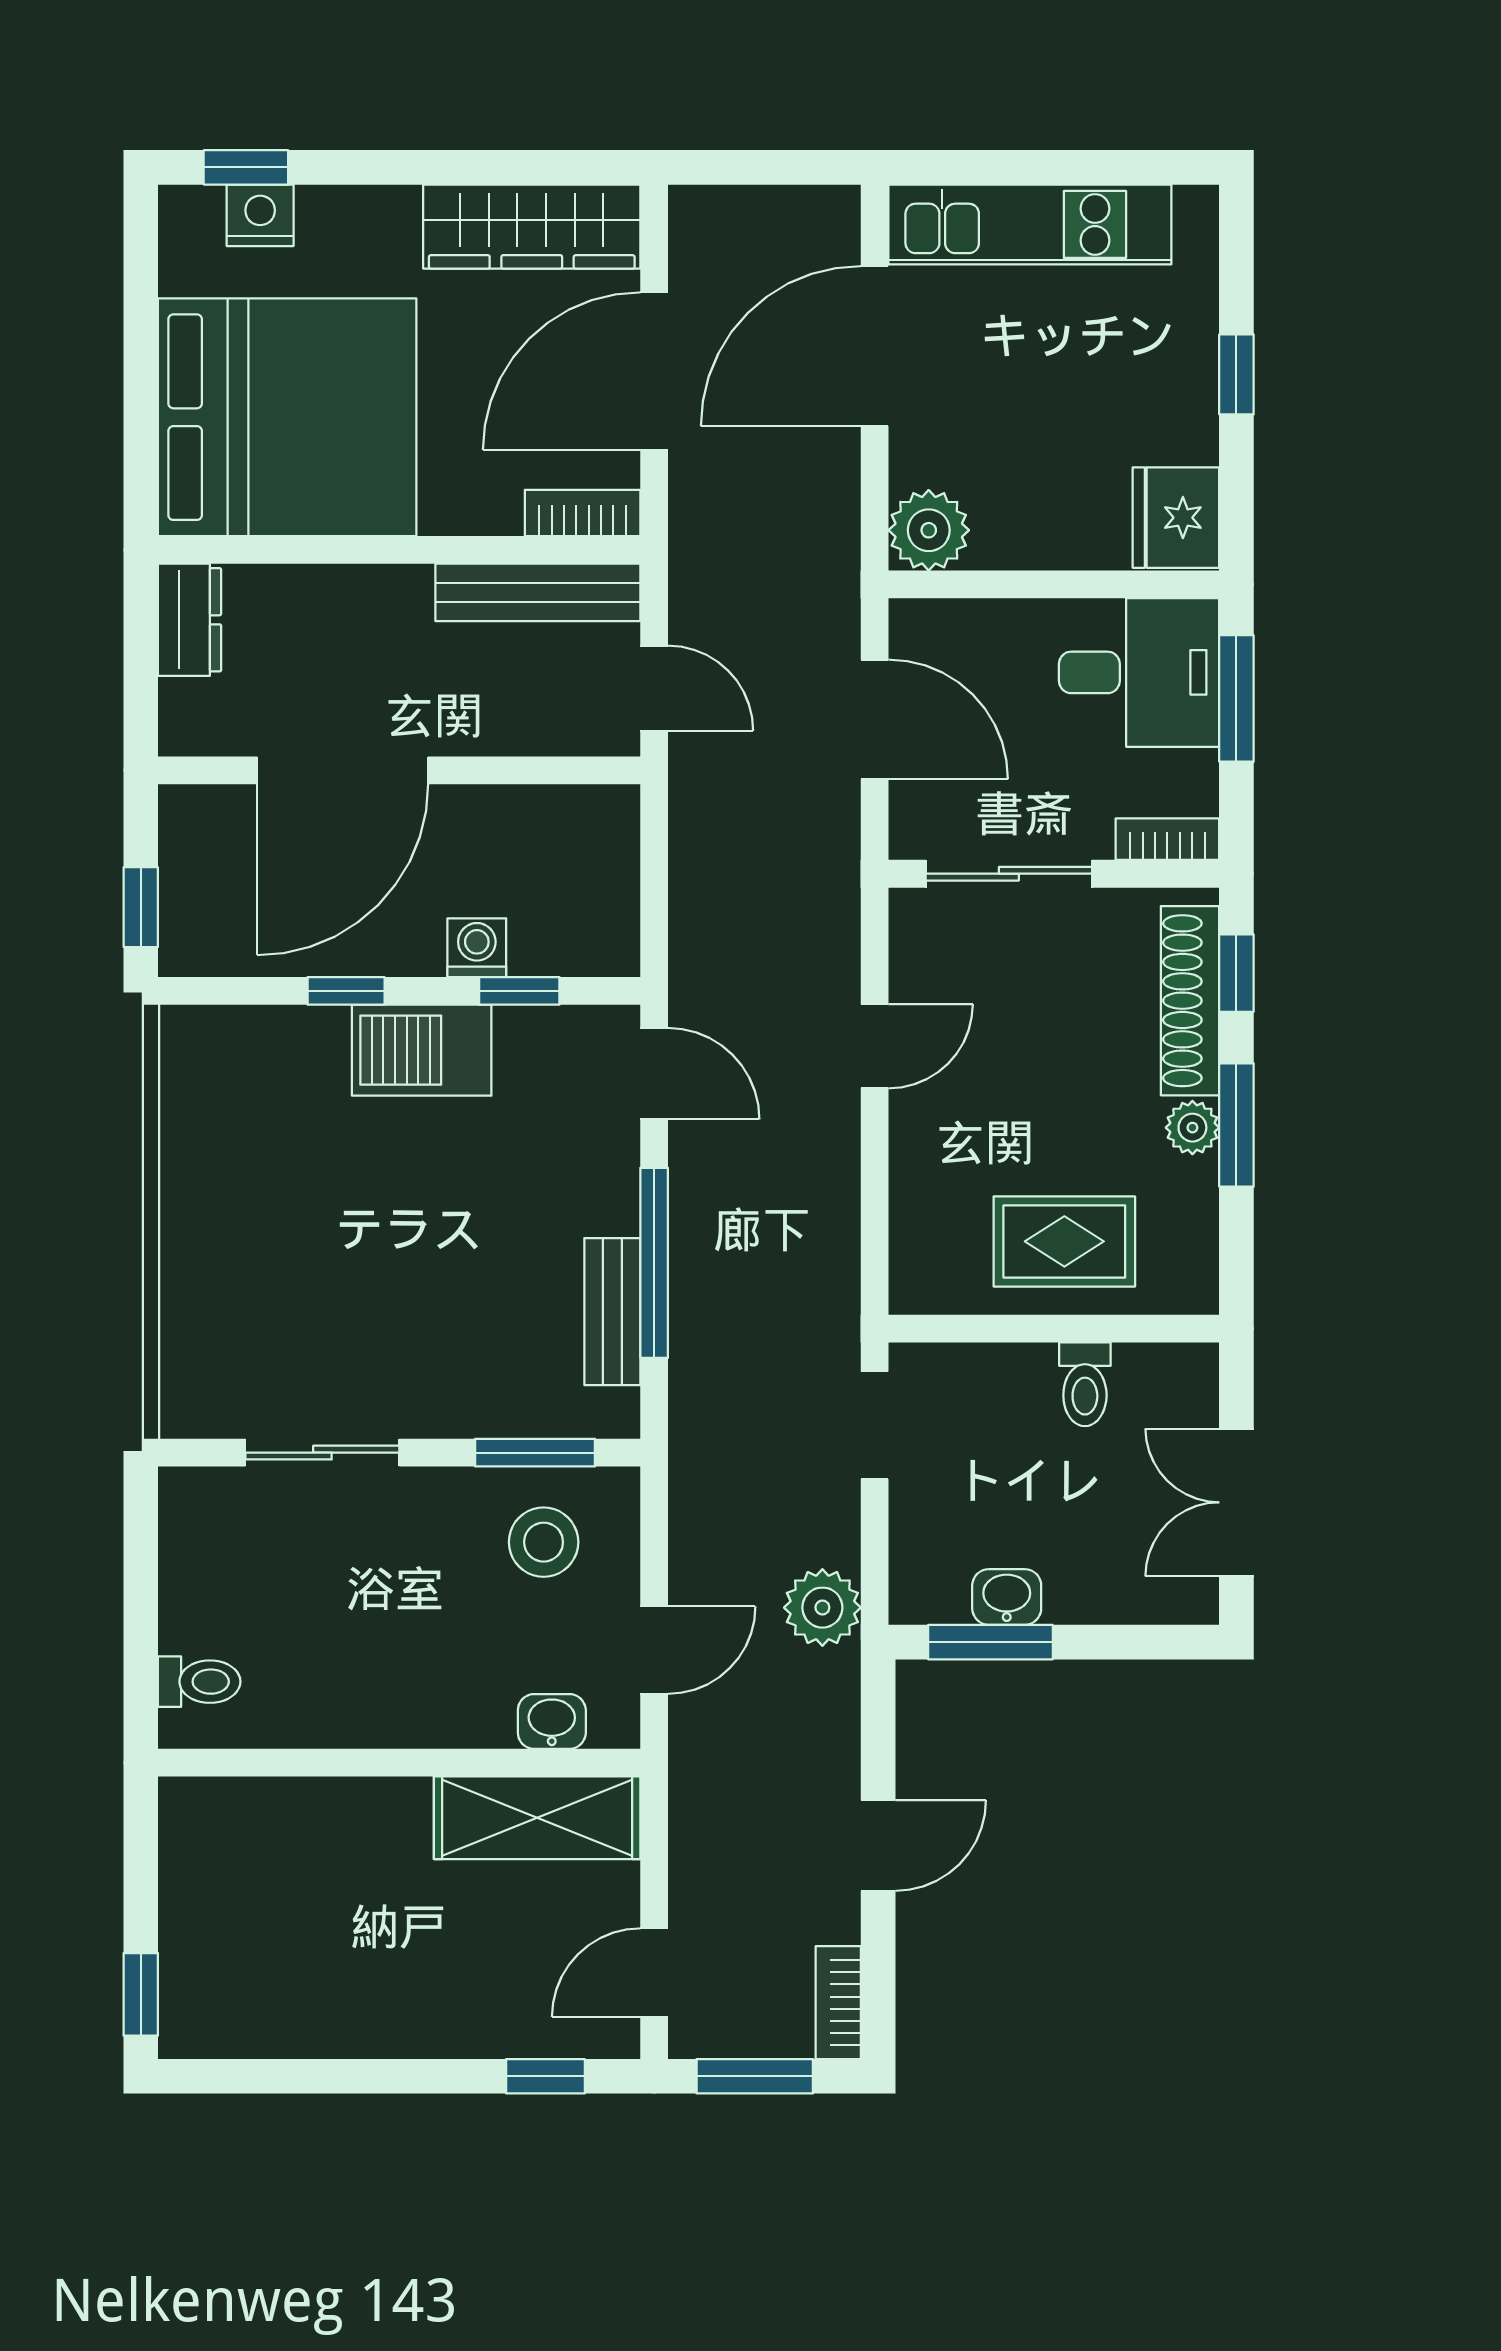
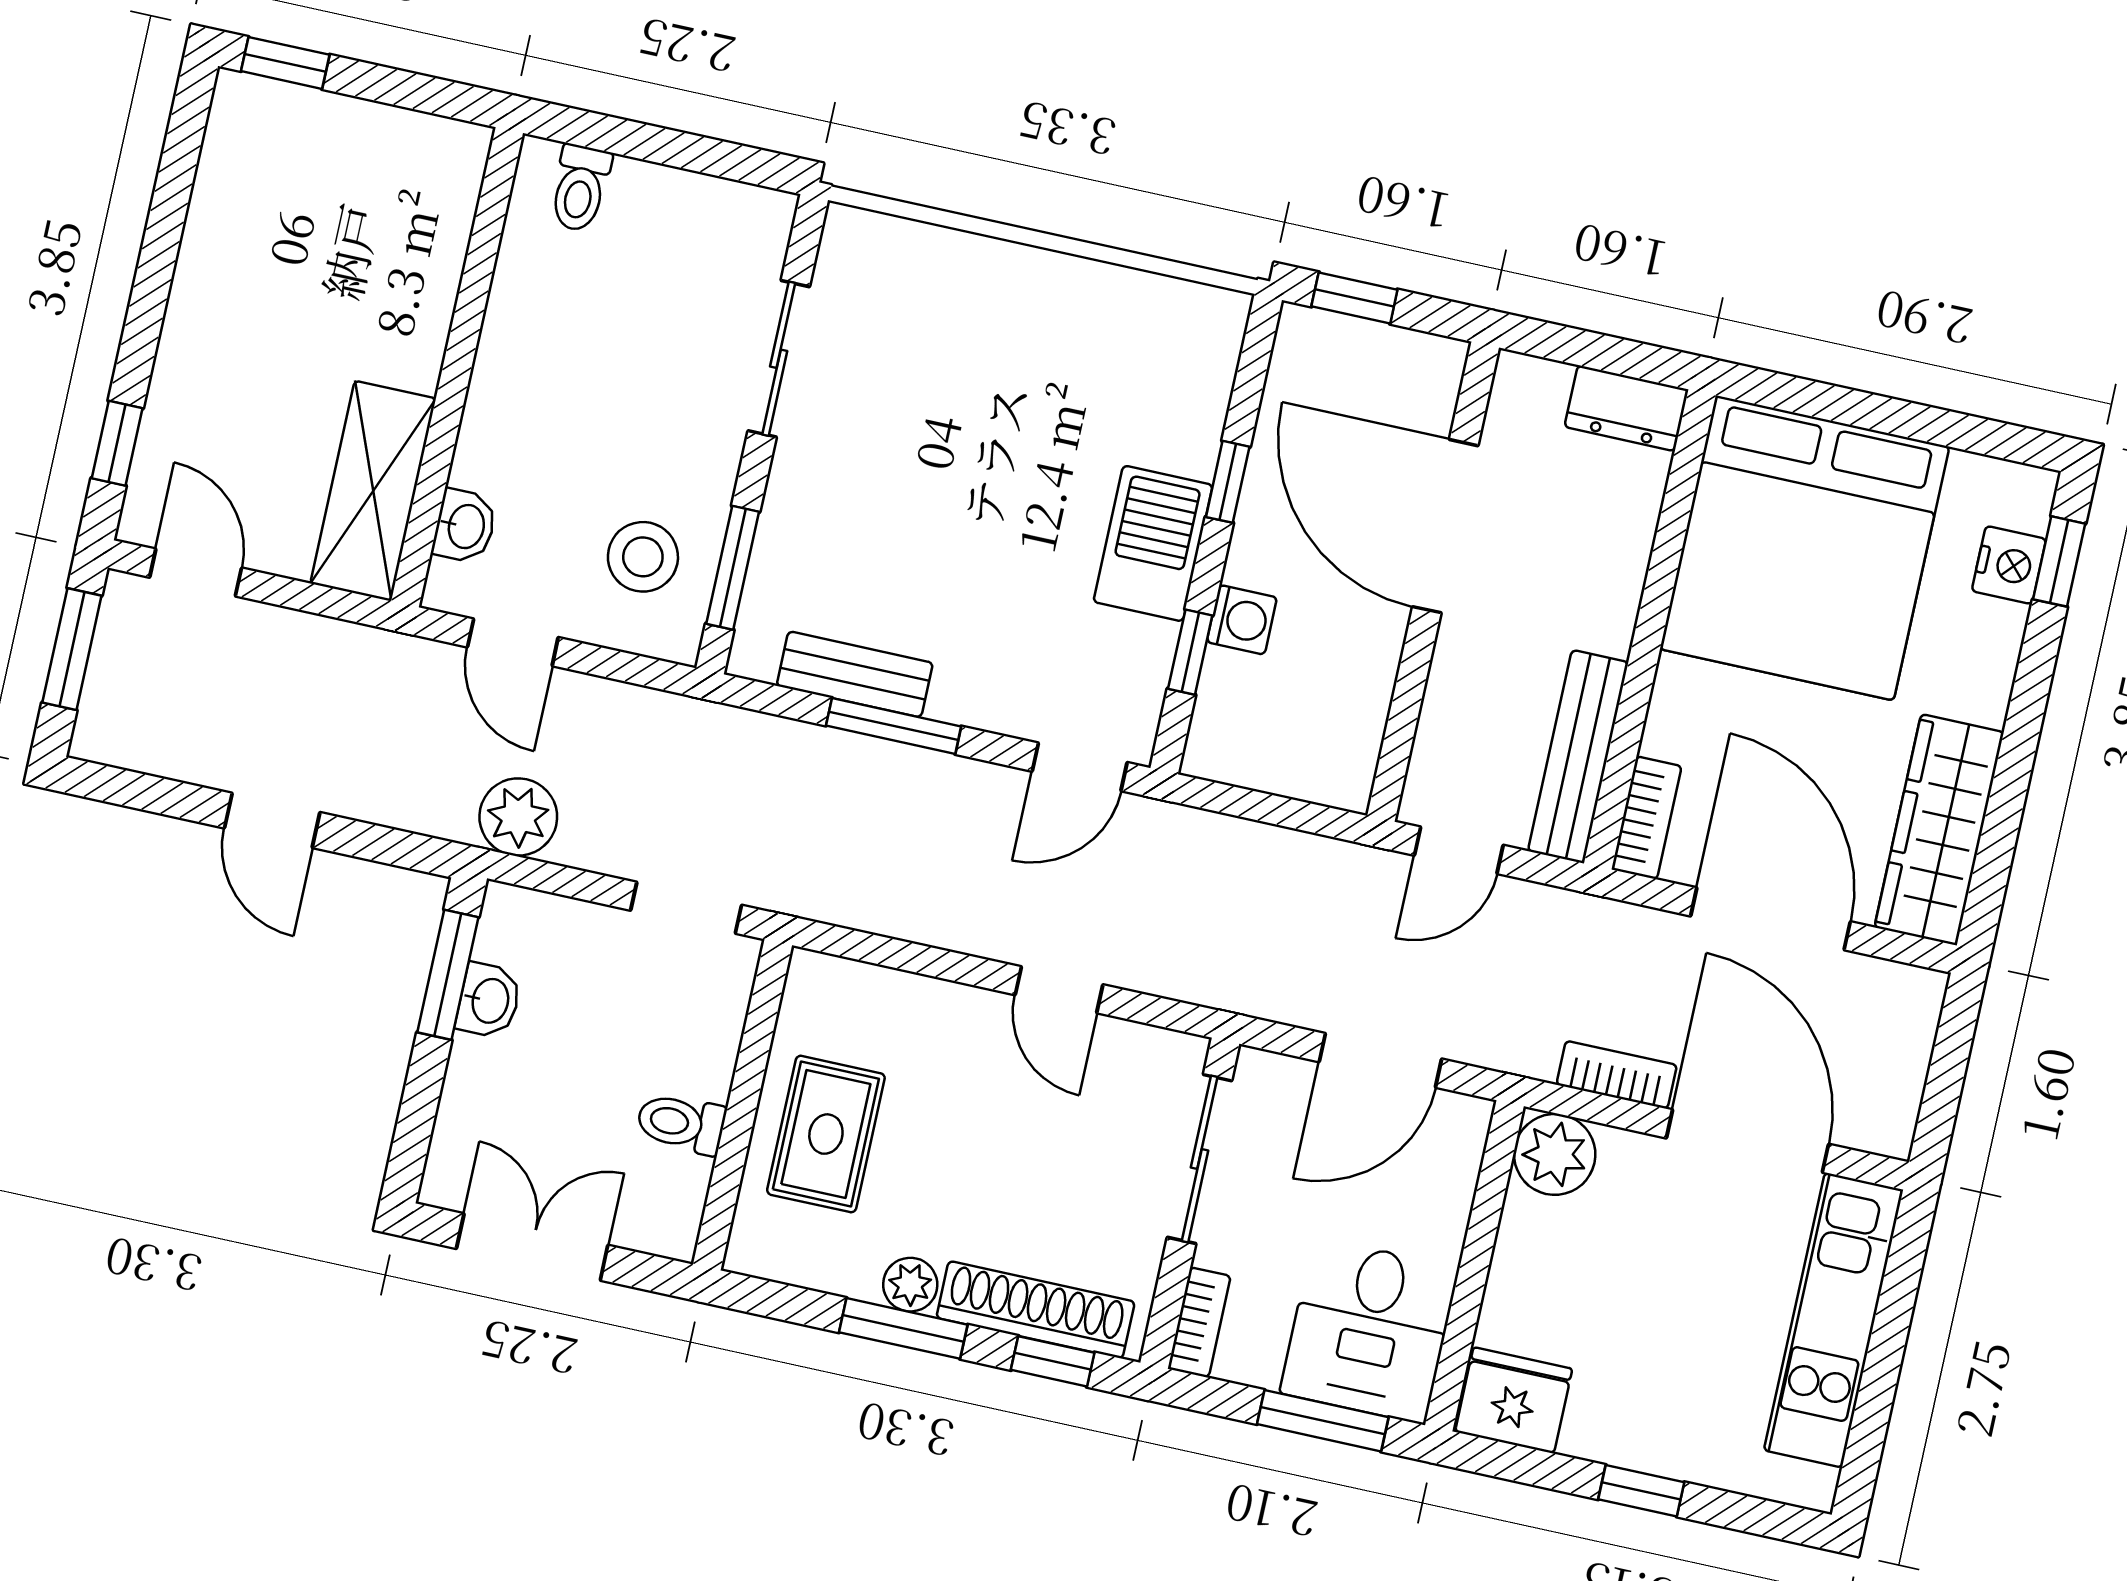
window: (654, 1263) -> (894, 726), width x0.69
bookcase: (838, 2003) -> (1617, 1075), moved

